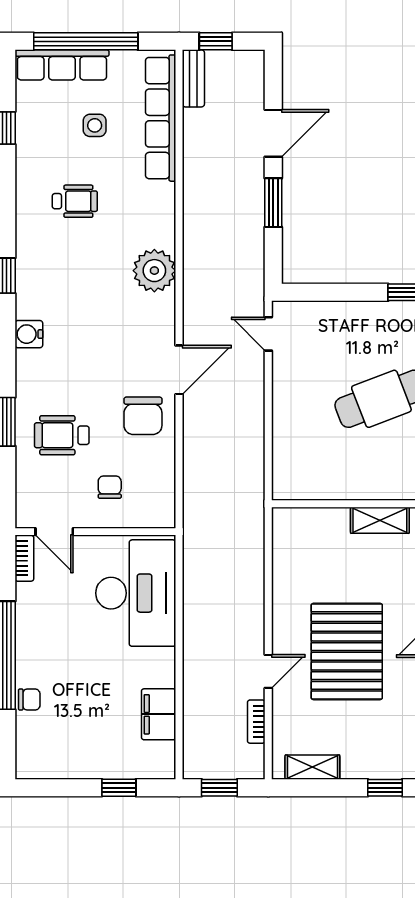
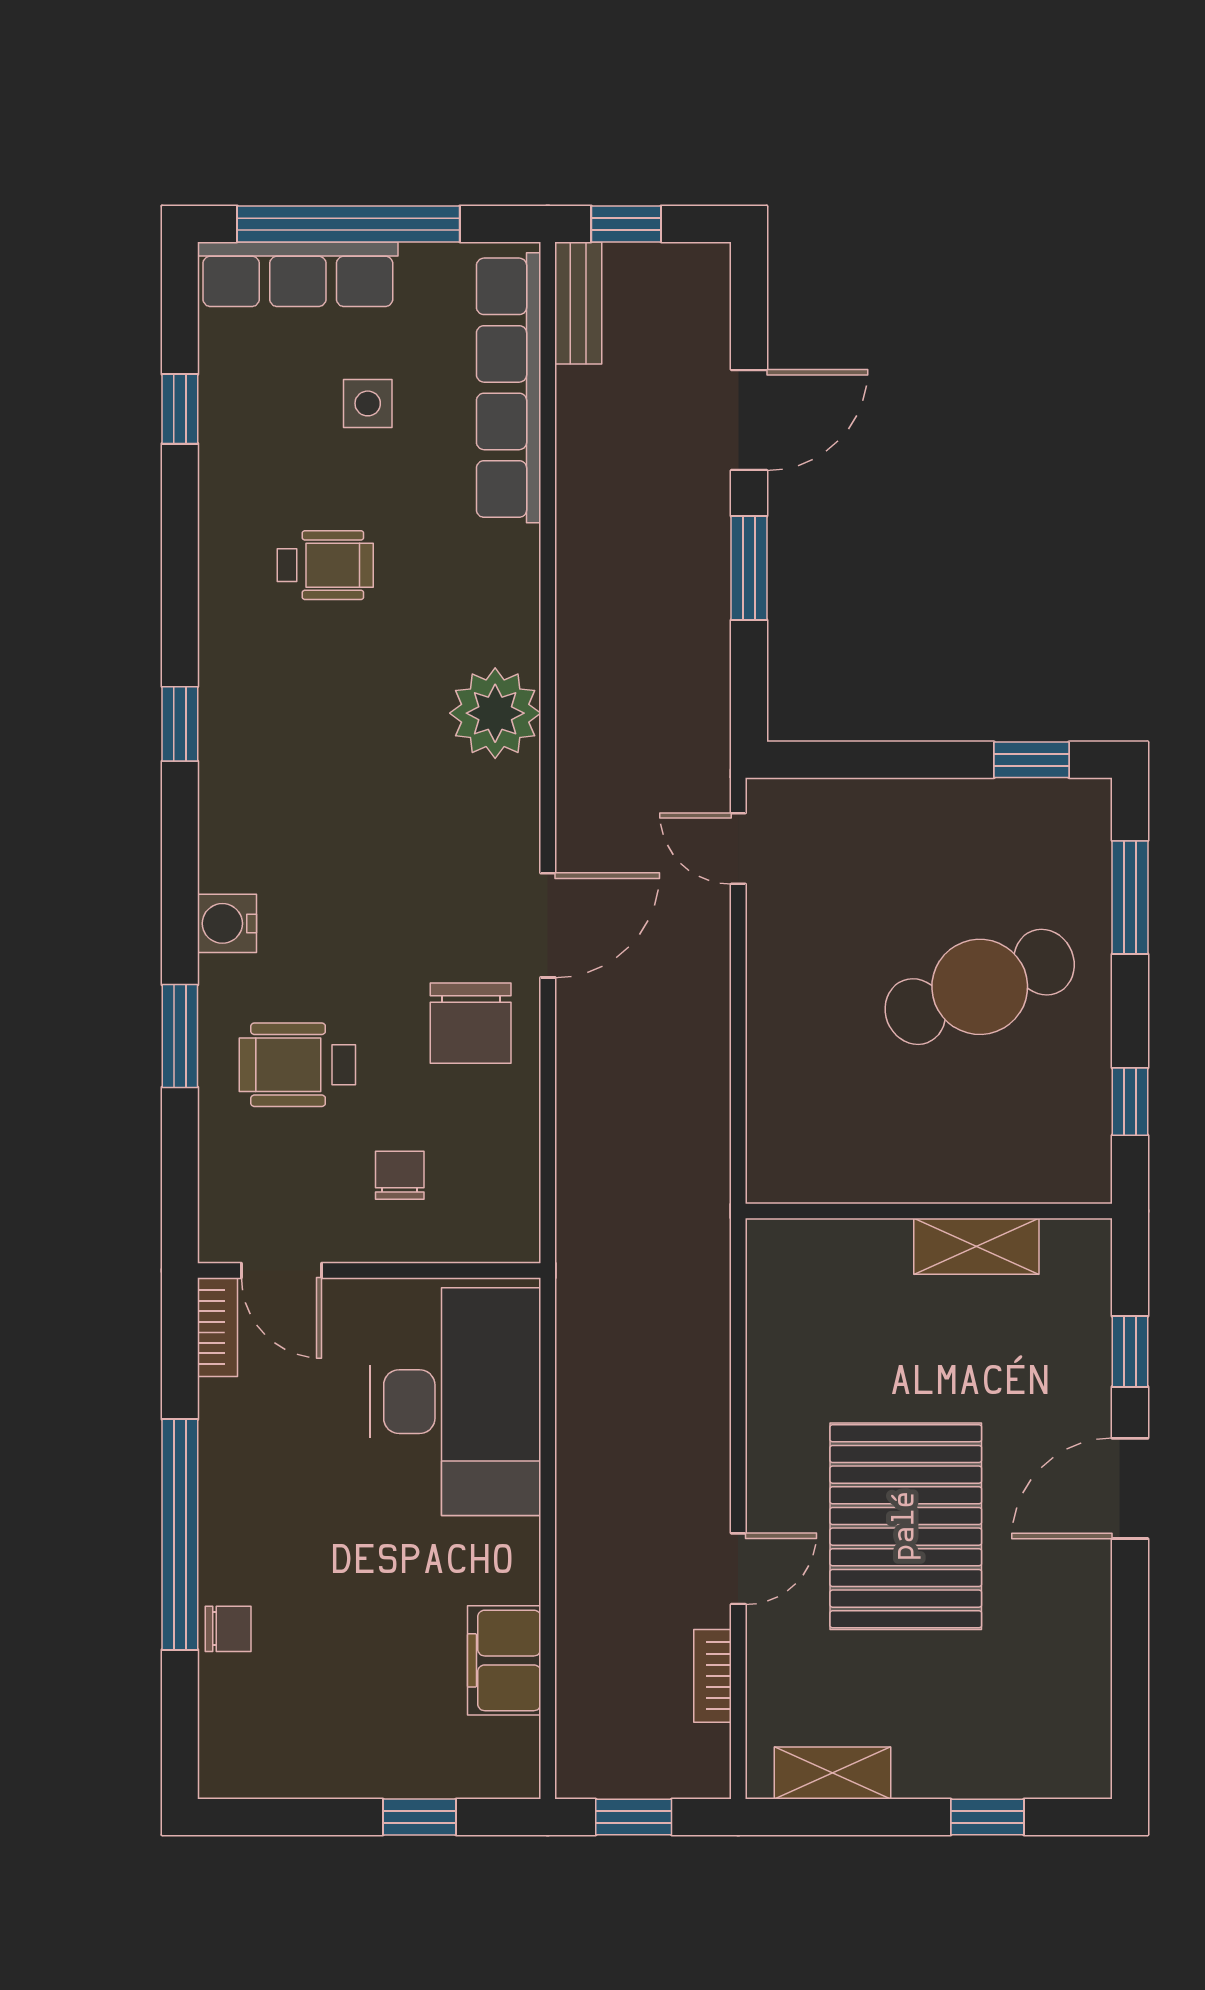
water cooler: (29, 334) -> (227, 923), moved

